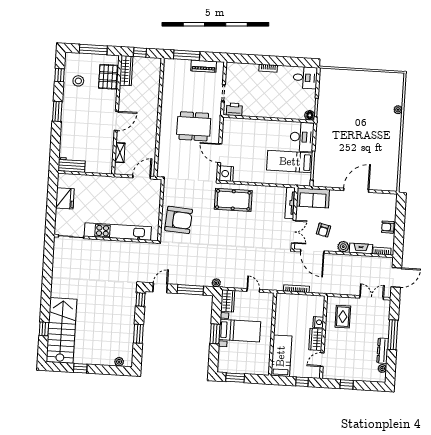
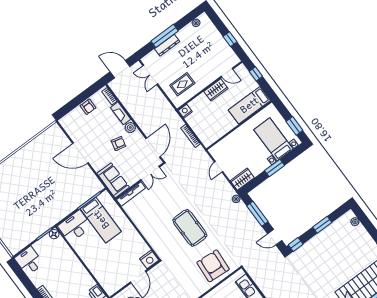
pool table: (233, 200) -> (190, 228), moved
armchair: (323, 230) -> (118, 143), moved
double door: (294, 232) -> (150, 173), swing flipped
nightstand: (318, 322) -> (185, 111), moved
bed with nightstands: (240, 331) -> (273, 139), moved
dresser: (383, 351) -> (167, 45), moved

